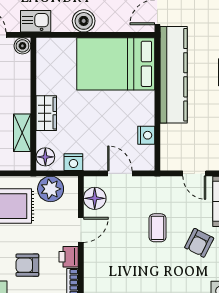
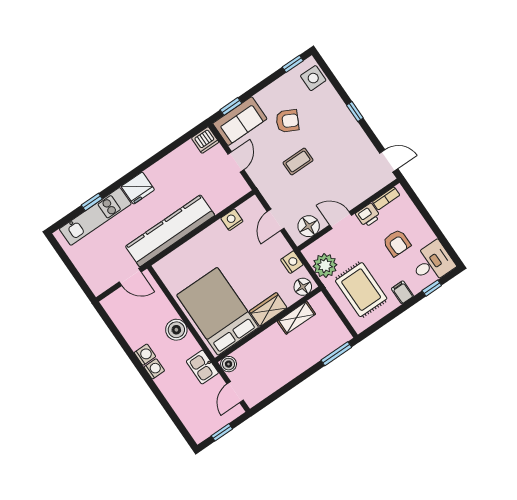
bed: (116, 64) -> (218, 311), moved, turned 180

